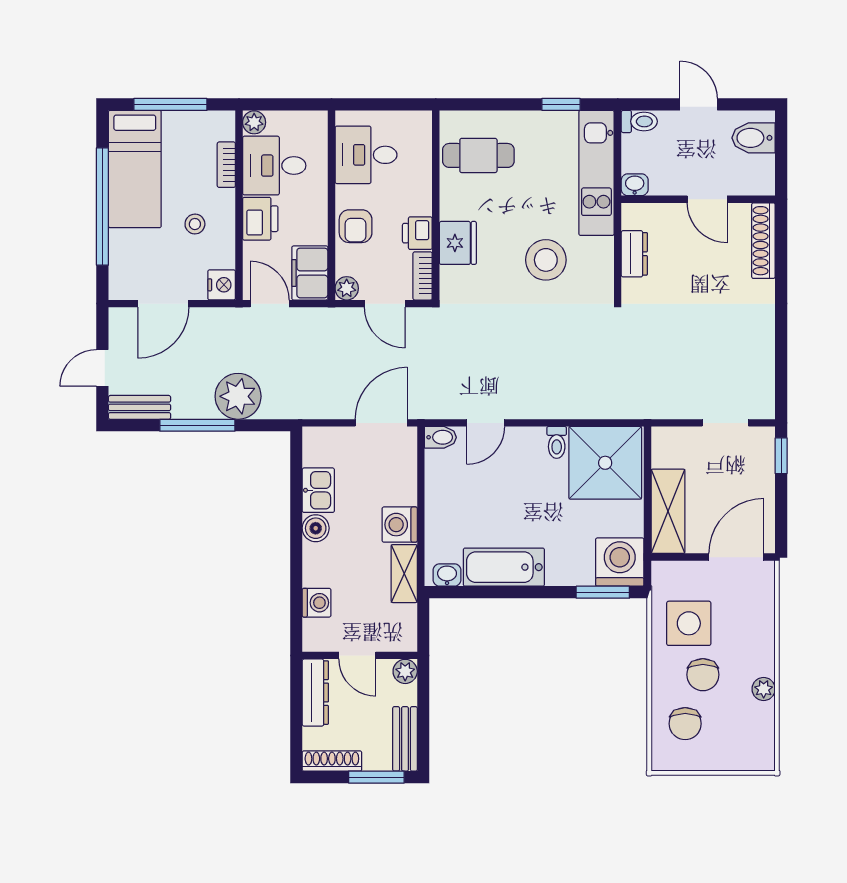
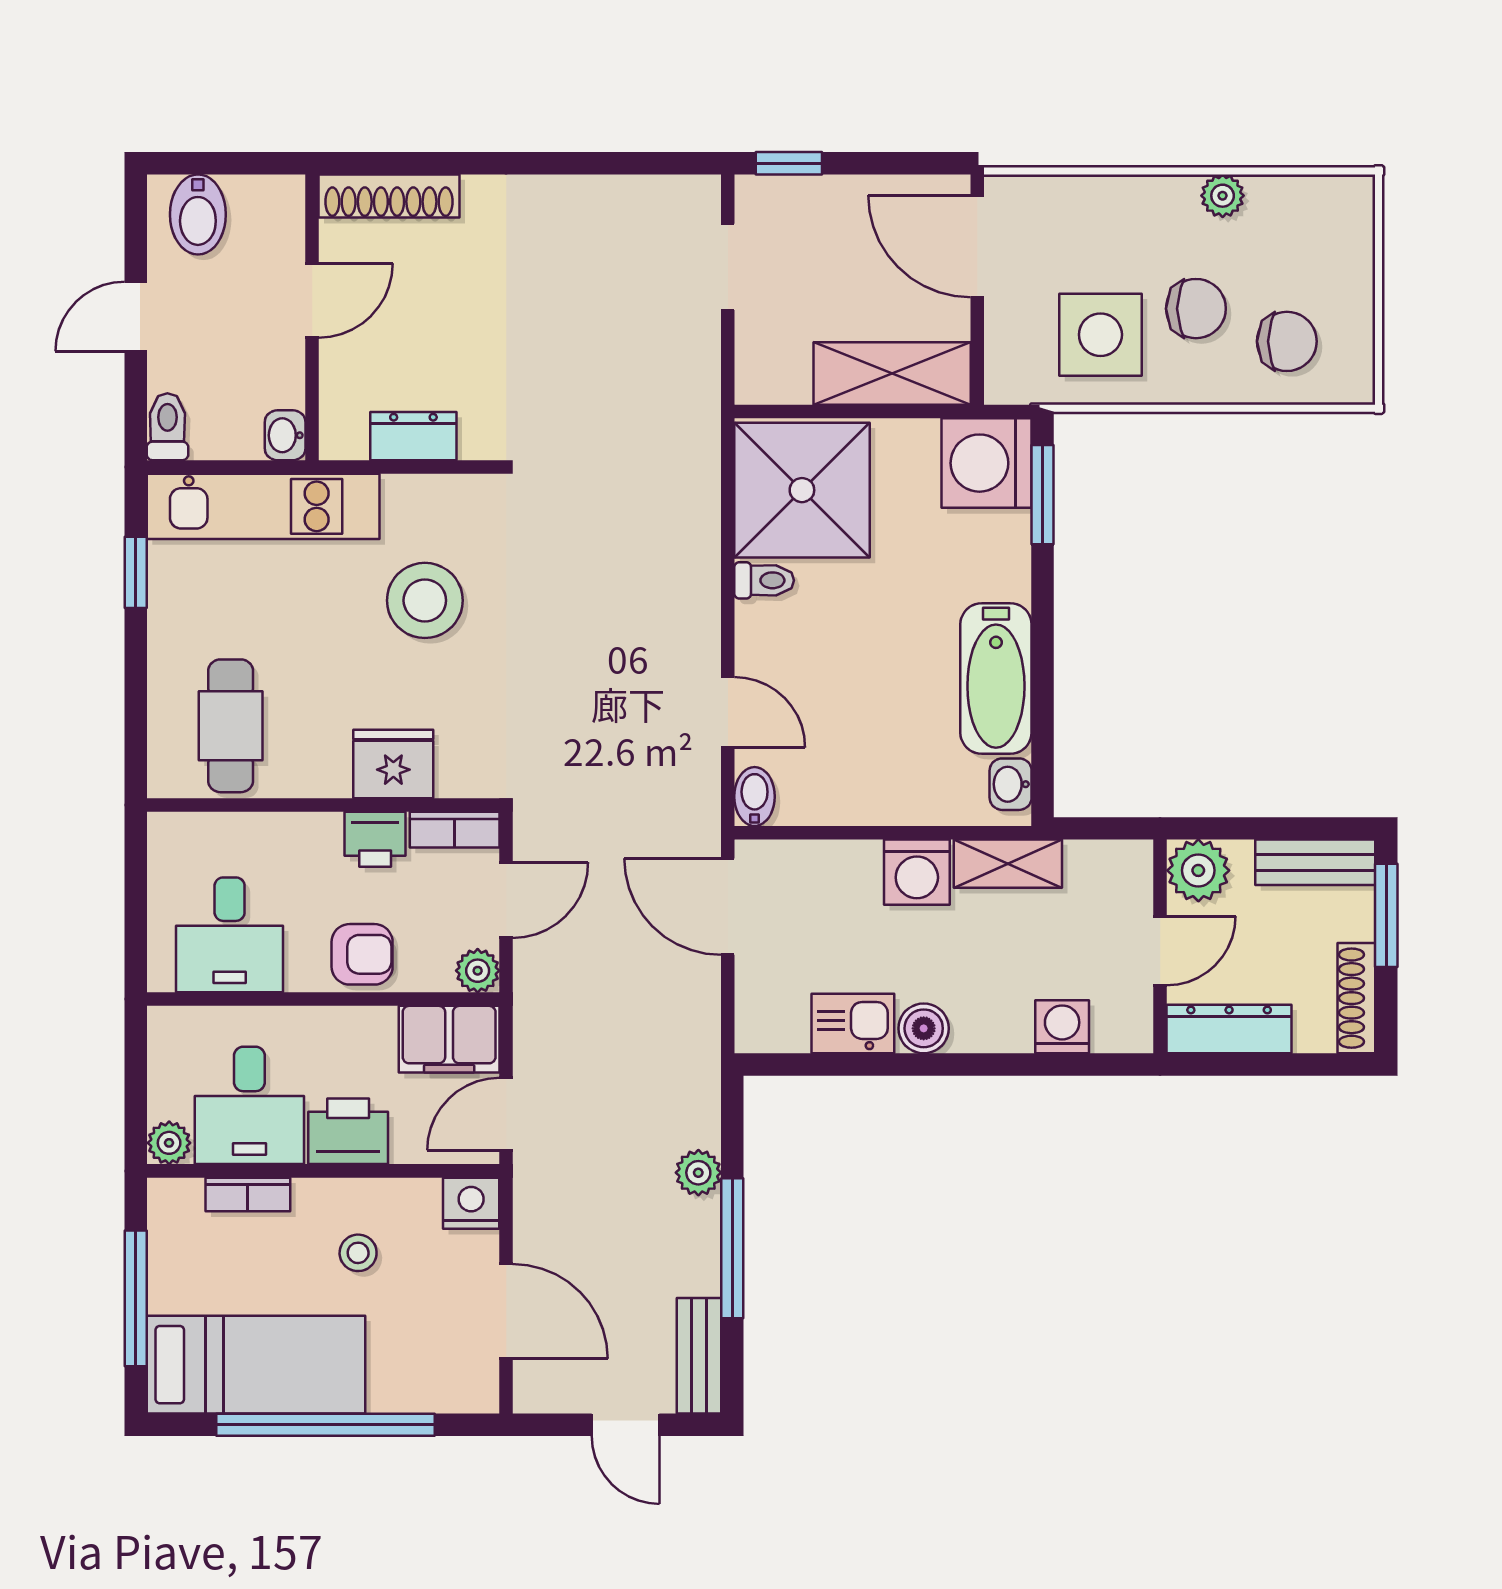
plant: (238, 396) -> (698, 1173), width x0.53, depth x0.53
plant: (405, 671) -> (1198, 870), width x1.38, depth x1.38

